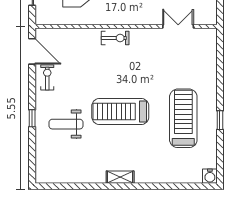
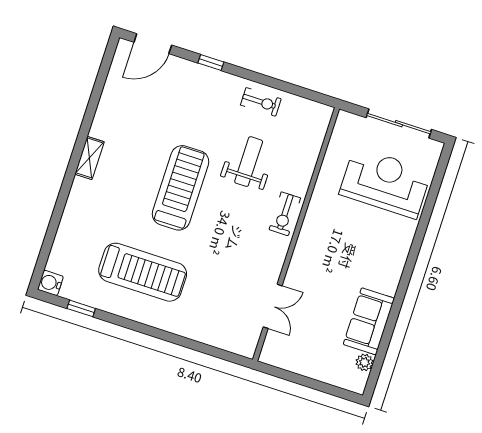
door: (32, 51) -> (153, 44), moved
window: (220, 120) -> (81, 308), moved
weight bench: (66, 124) -> (249, 162), moved

